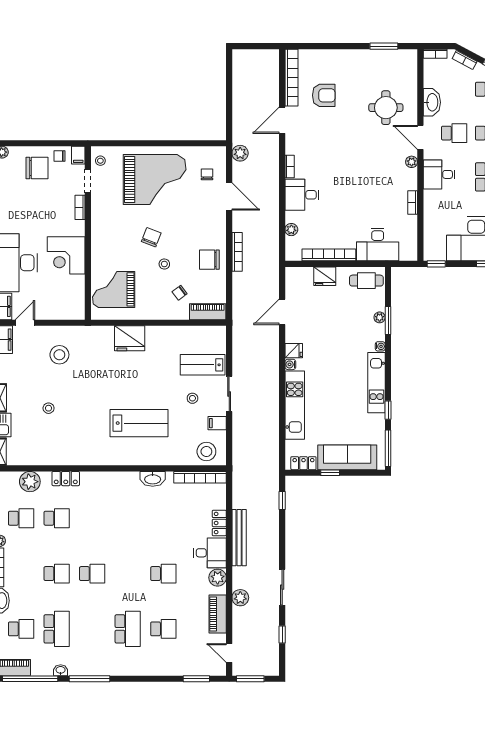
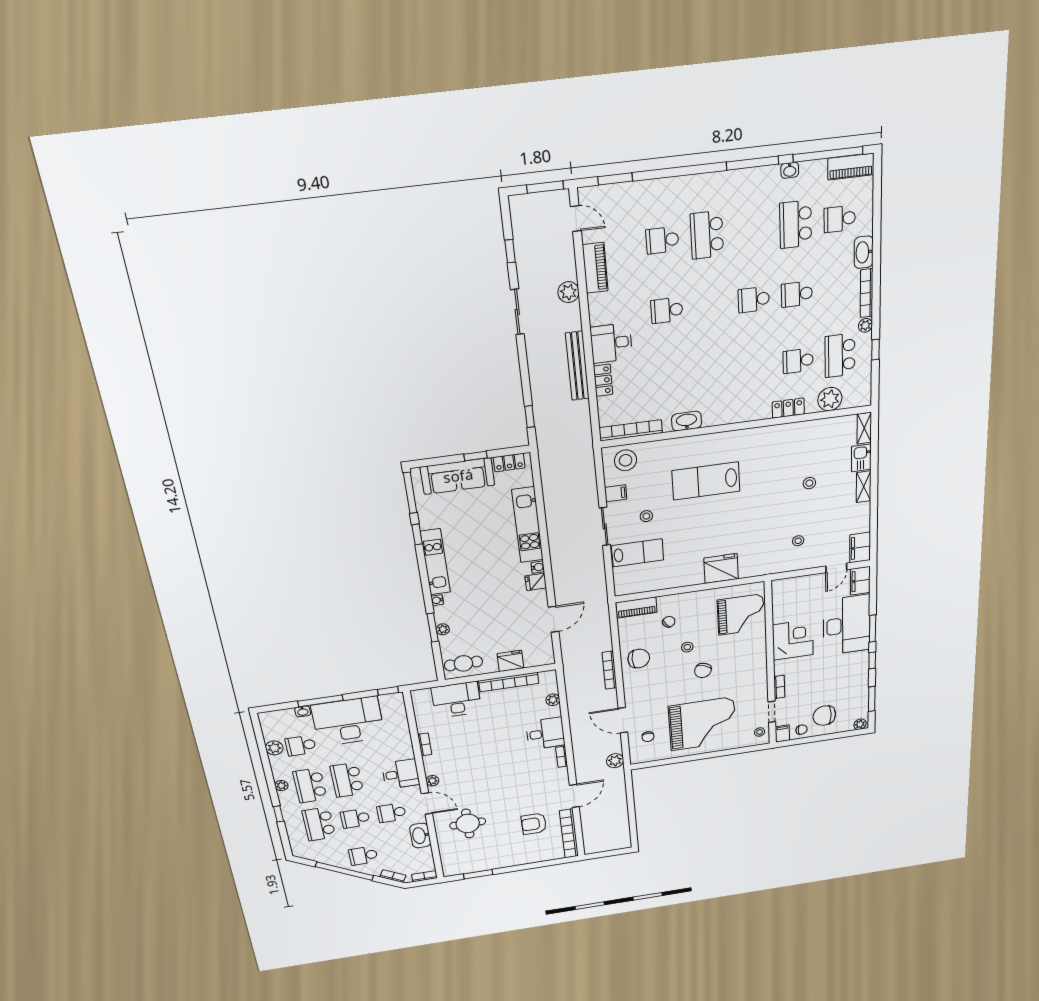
grand piano: (155, 180) -> (703, 724), turned 180
stool: (59, 355) -> (798, 541), width x0.53, depth x0.53
school desk: (21, 518) -> (840, 355), width x1.85
plant: (218, 578) -> (599, 314), removed

